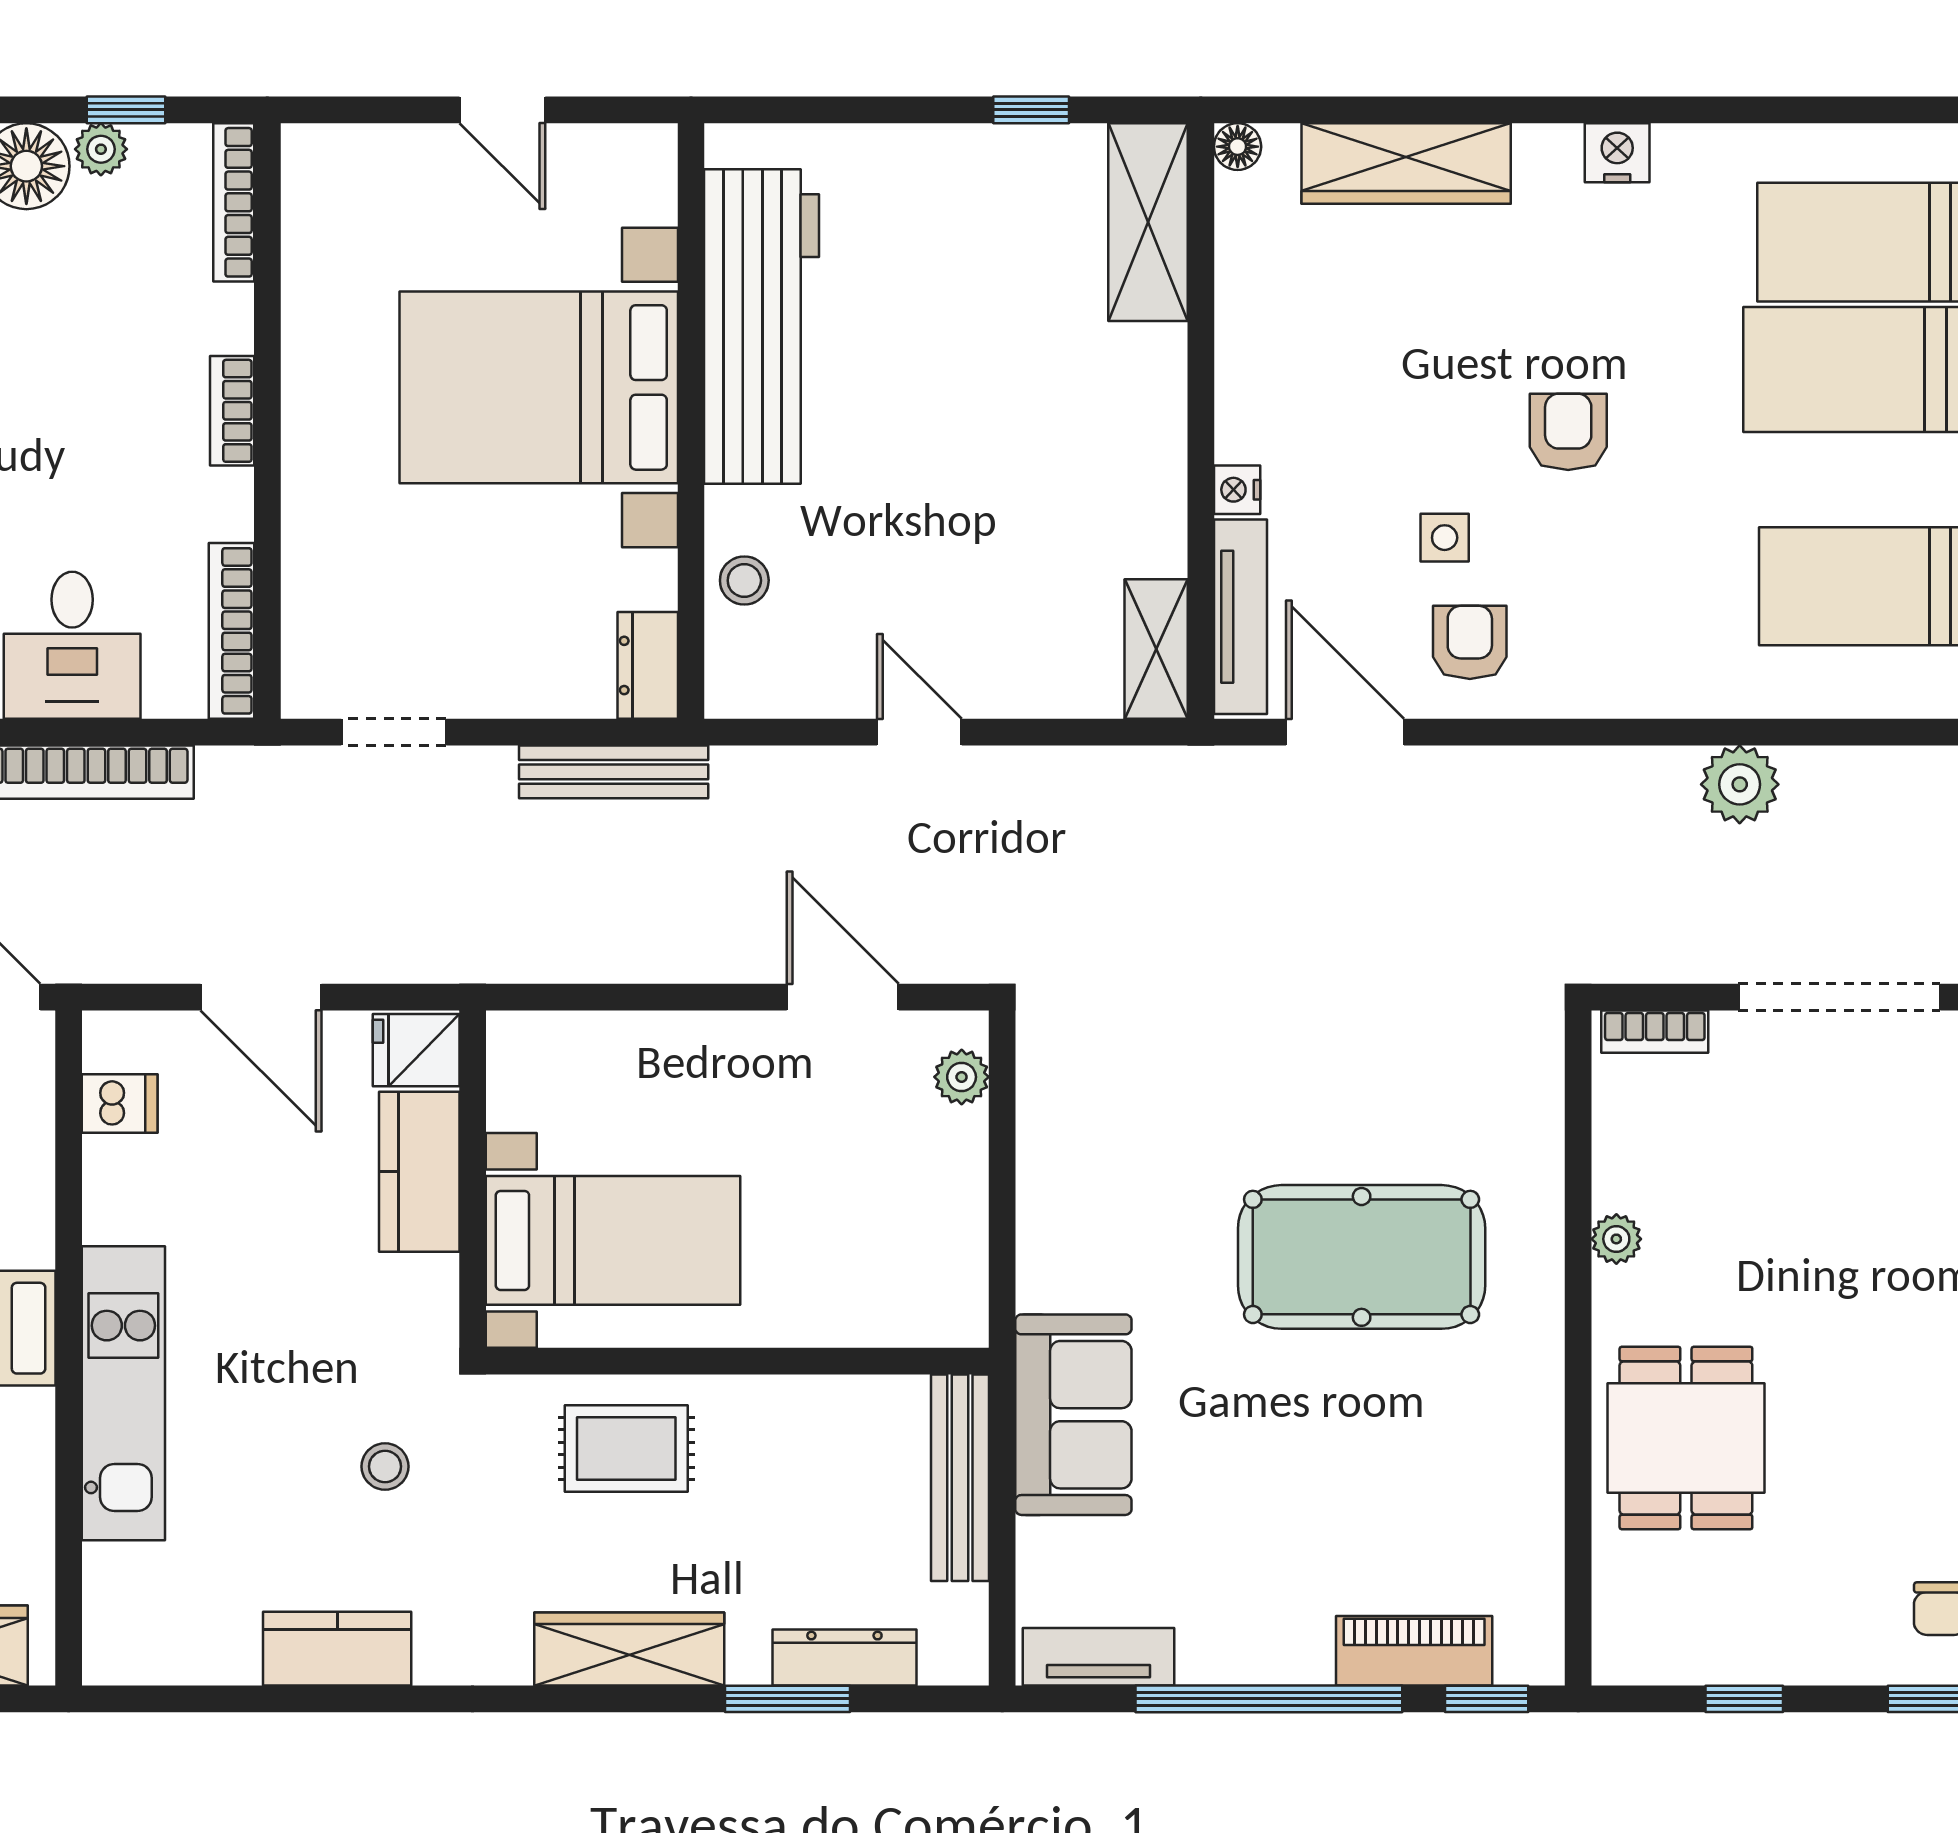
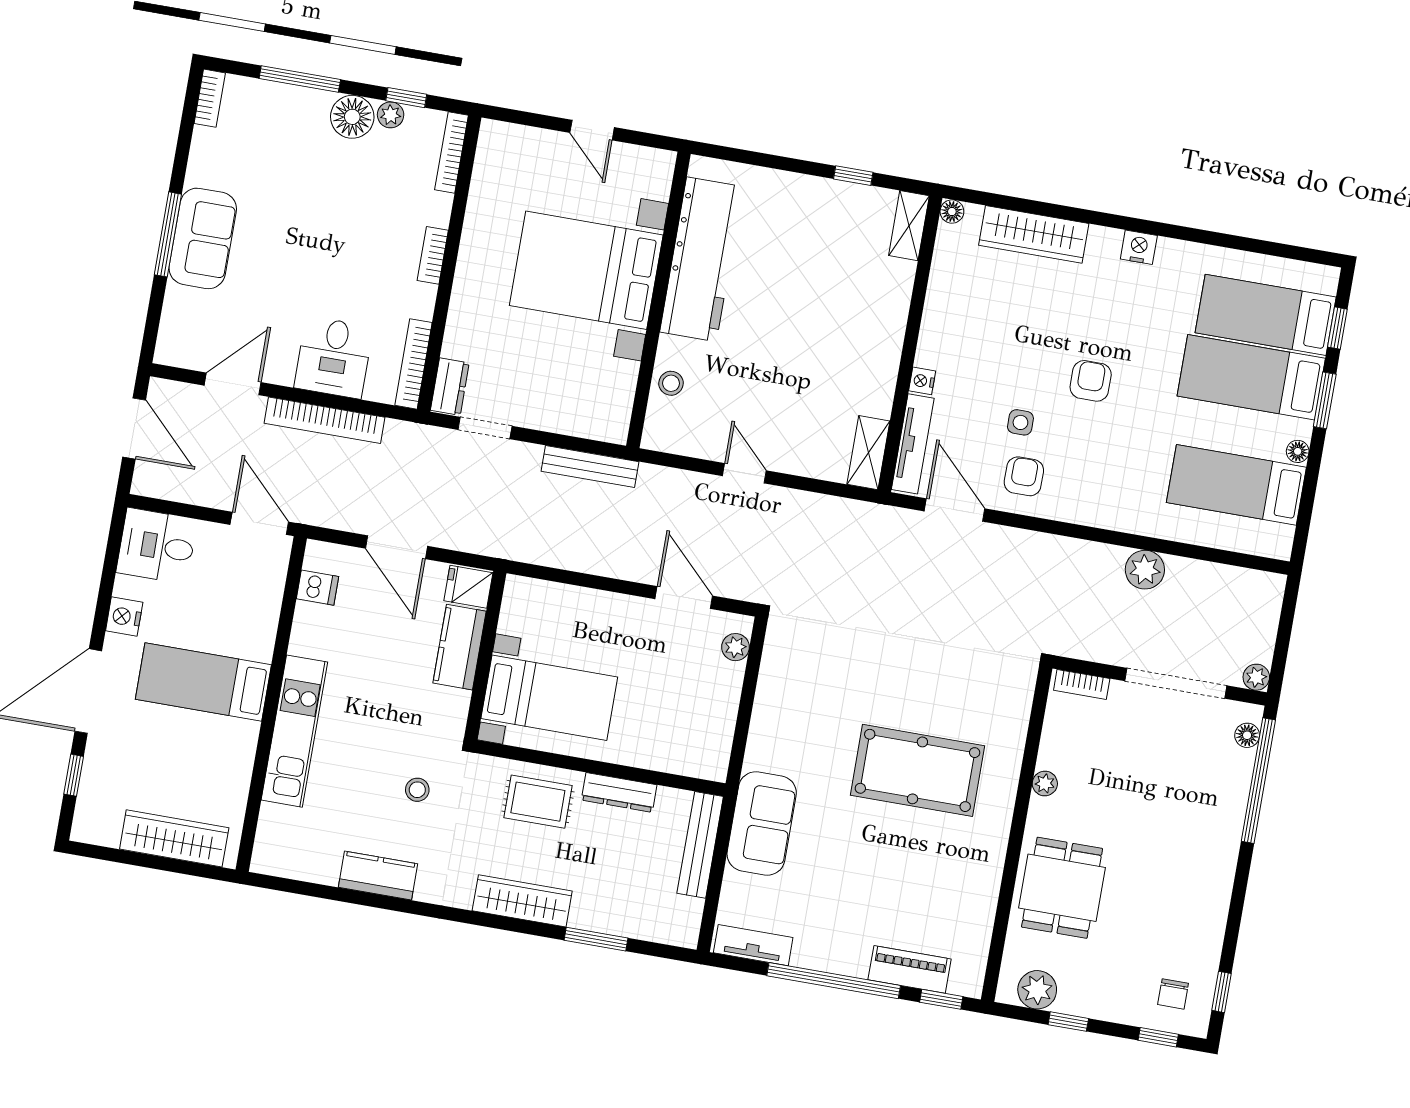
shelving: (1148, 222) -> (909, 226), width x0.67, depth x0.75
dresser: (648, 665) -> (450, 387), moved, turned 180
plant: (1672, 1647) -> (1037, 990), added
dresser: (844, 1657) -> (619, 792), moved, turned 180

